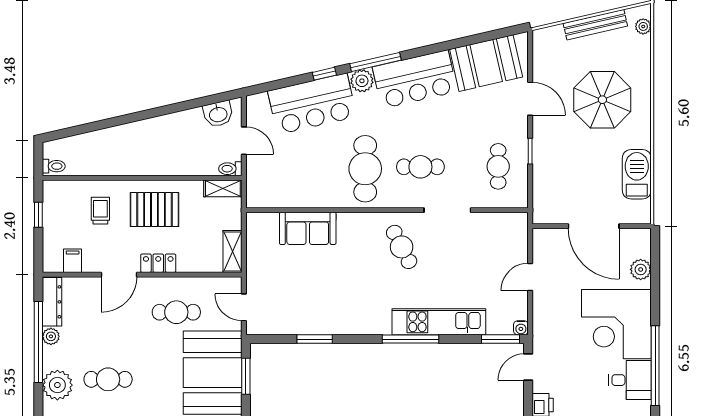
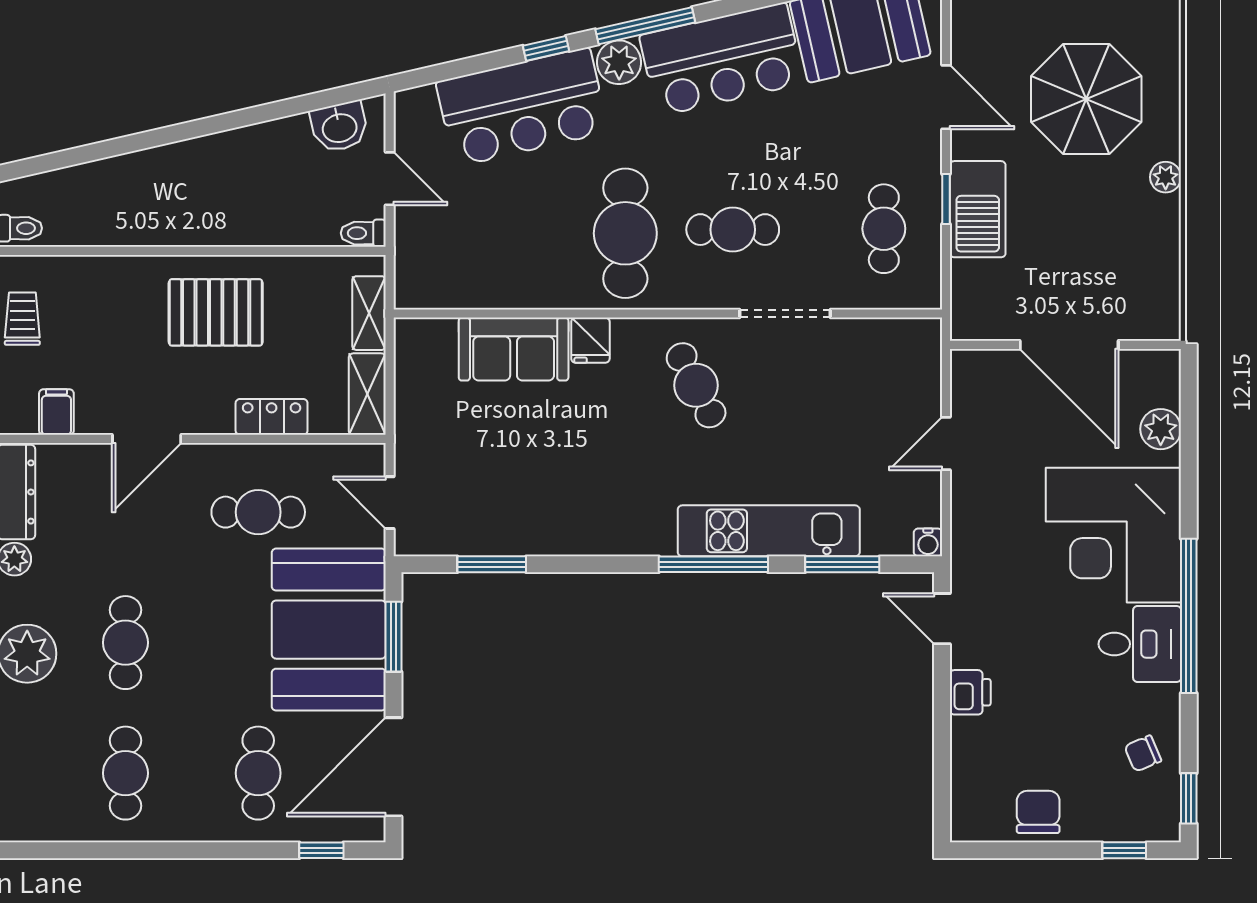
plant: (643, 140) -> (1166, 177), added
barbecue: (637, 174) -> (978, 209), moved, turned 180
shelving: (223, 188) -> (369, 313), moved, turned 90
trolley: (100, 211) -> (22, 319), moved
fridge: (347, 224) -> (590, 340), added
locker: (158, 263) -> (272, 417), moved
window: (315, 339) -> (492, 564), moved
window: (500, 339) -> (842, 564), moved
door: (528, 367) -> (942, 619), hinge flipped
cafe table: (108, 379) -> (125, 643), turned 90

